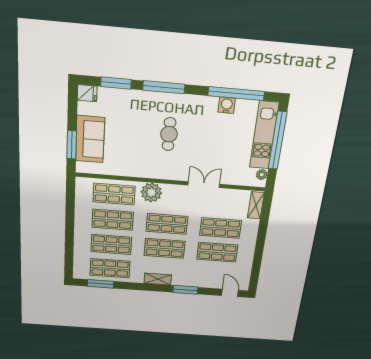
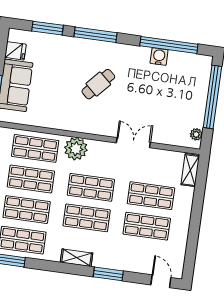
fridge: (87, 93) -> (15, 51), moved
cafe table: (169, 134) -> (98, 84), turned 42
kitchen unit: (264, 135) -> (198, 90), removed

